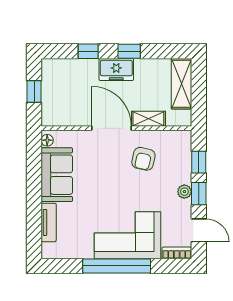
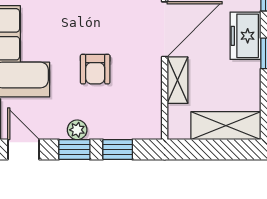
armchair: (143, 159) -> (95, 69), moved, turned -103
door: (199, 230) -> (24, 149), swing flipped

